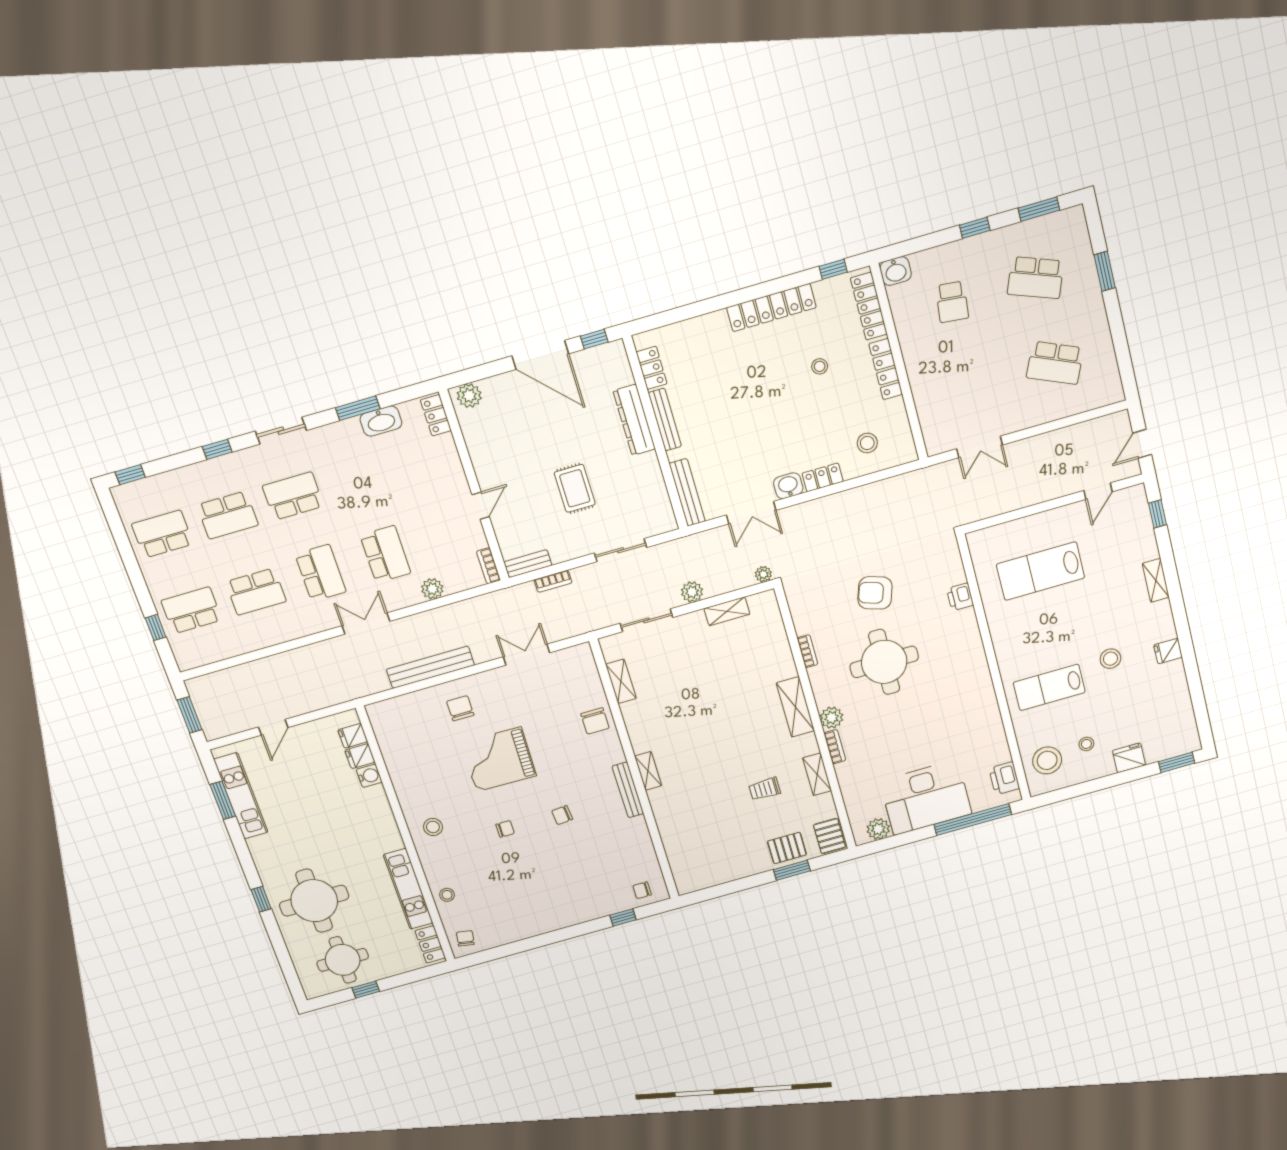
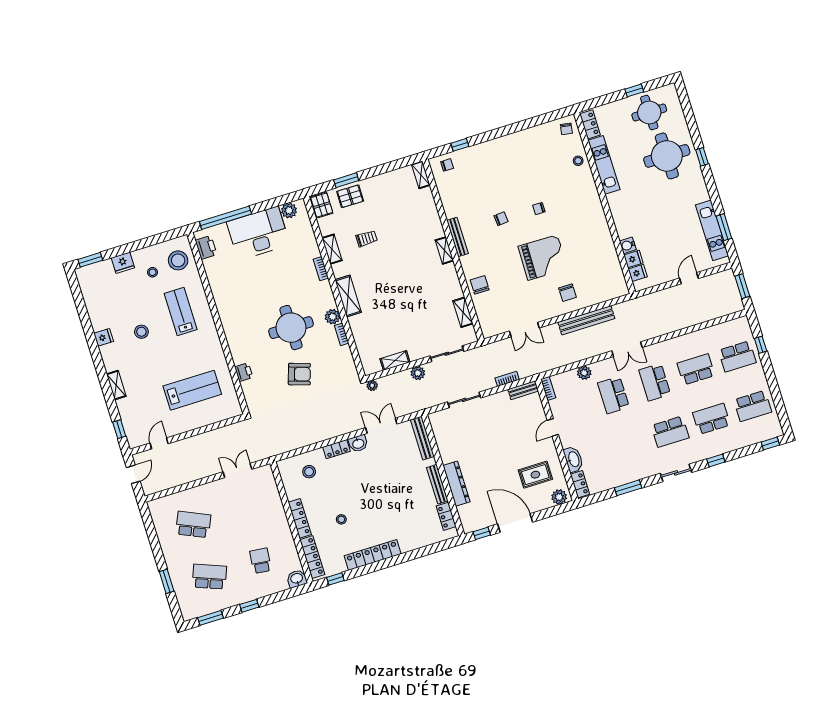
washbasin: (381, 421) -> (573, 459), moved, turned 90
rug: (575, 488) -> (535, 475), moved, turned 90
lab bench: (1049, 687) -> (181, 311), turned -90
plant: (832, 718) -> (333, 317), moved
stool: (433, 827) -> (587, 209), removed
shelving: (681, 877) -> (421, 175), added

